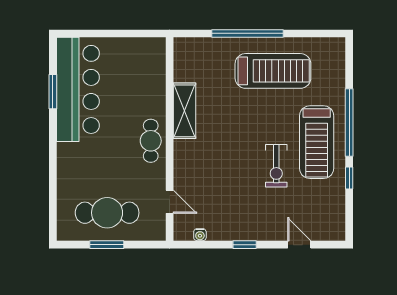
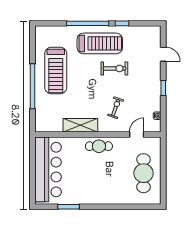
treadmill: (273, 71) -> (56, 71), turned 180
bar counter: (78, 89) -> (48, 170), moved, turned 90
exercise bike: (213, 168) -> (116, 108), added
window: (107, 245) -> (163, 173), removed
door: (299, 245) -> (163, 54), swing flipped

